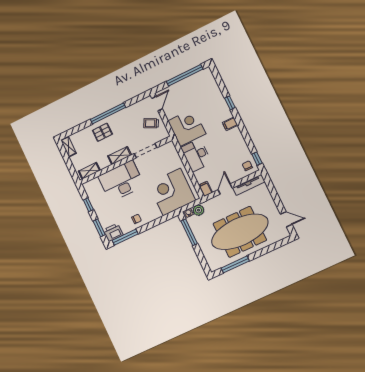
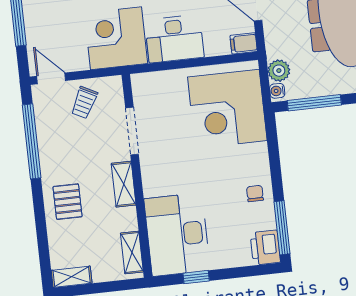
window: (108, 113) -> (32, 141), moved
desk: (121, 181) -> (177, 234), moved
window: (99, 228) -> (247, 271), removed

